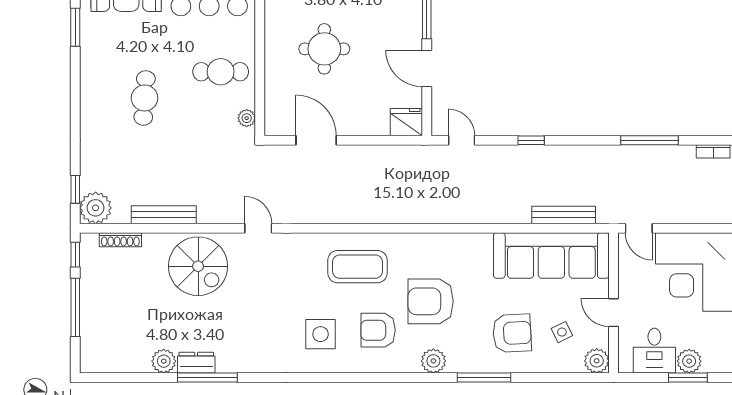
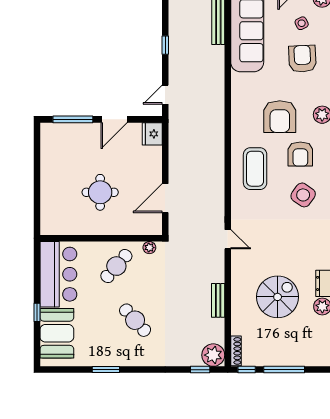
window: (75, 27) -> (106, 370), moved
cafe table: (221, 72) -> (116, 266), turned 41
cafe table: (145, 98) -> (135, 320), turned 44
bench: (164, 215) -> (218, 300), width x0.73
door: (258, 228) -> (228, 239), swing flipped
shoe rack: (120, 240) -> (236, 351), moved
spiral stairs: (198, 266) -> (278, 297), moved
side table: (321, 334) -> (303, 195), turned 35

